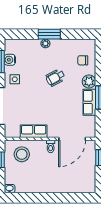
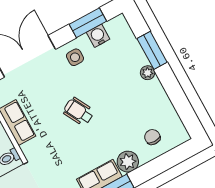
window: (49, 34) -> (152, 50), moved
wheelchair: (55, 78) -> (79, 112), moved

